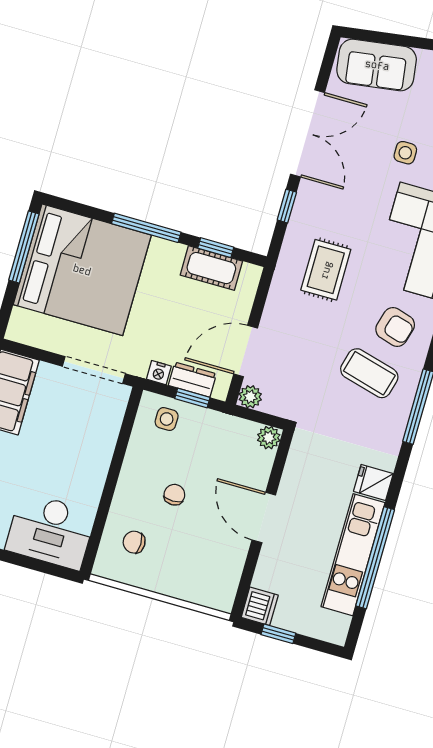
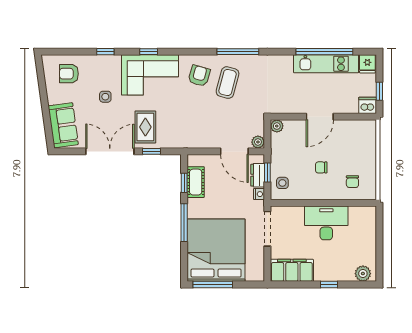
rug: (326, 270) -> (145, 127), moved, turned 90
fridge: (373, 482) -> (367, 64), moved
desk: (51, 531) -> (326, 223), moved, turned -90

